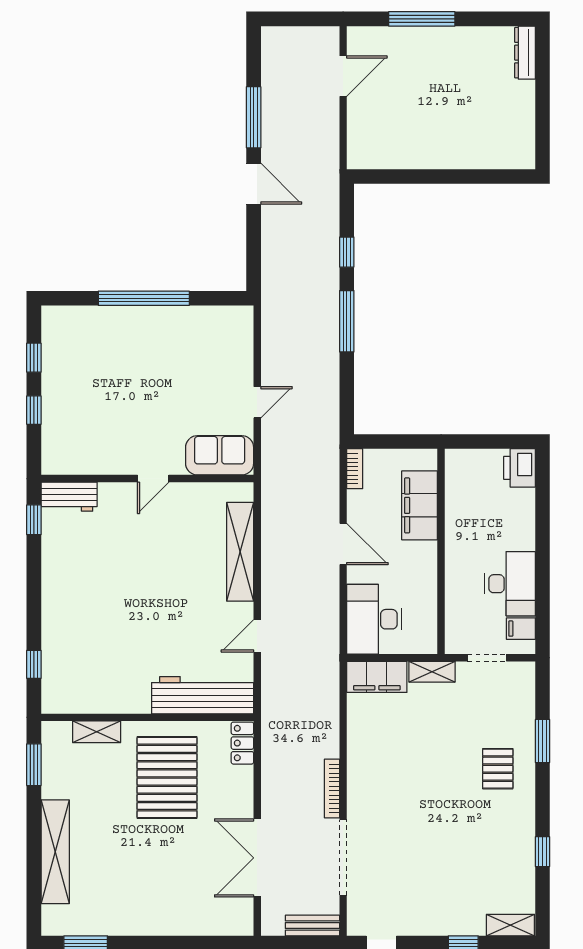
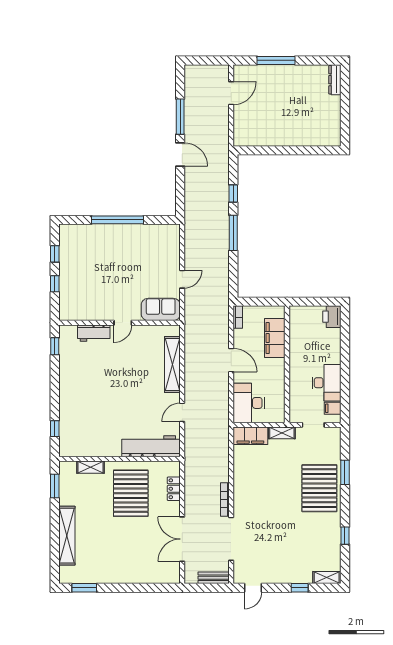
workbench: (69, 497) -> (94, 333), moved
locker: (242, 743) -> (174, 489), moved
pallet: (498, 769) -> (319, 488), width x2.05, depth x2.00

